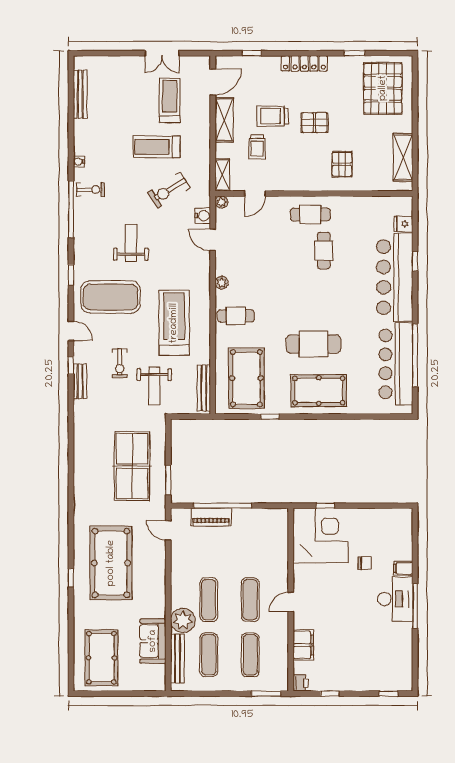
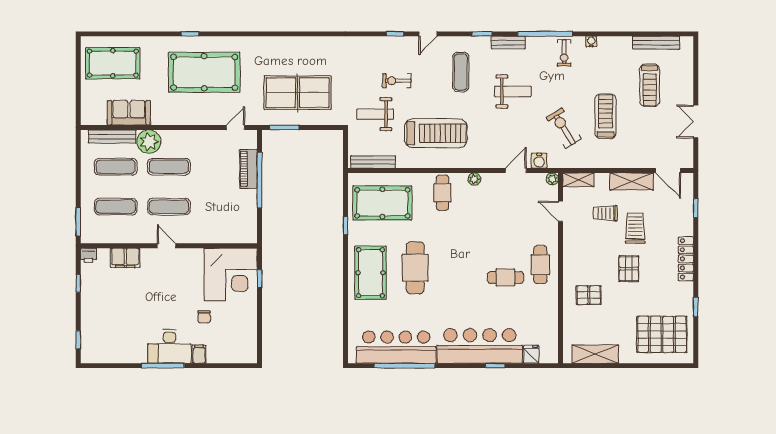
treadmill: (170, 101) -> (650, 85), moved, turned 90
exercise mat: (111, 297) -> (461, 72), width x0.50, depth x0.69
bench: (80, 381) -> (508, 43), moved

